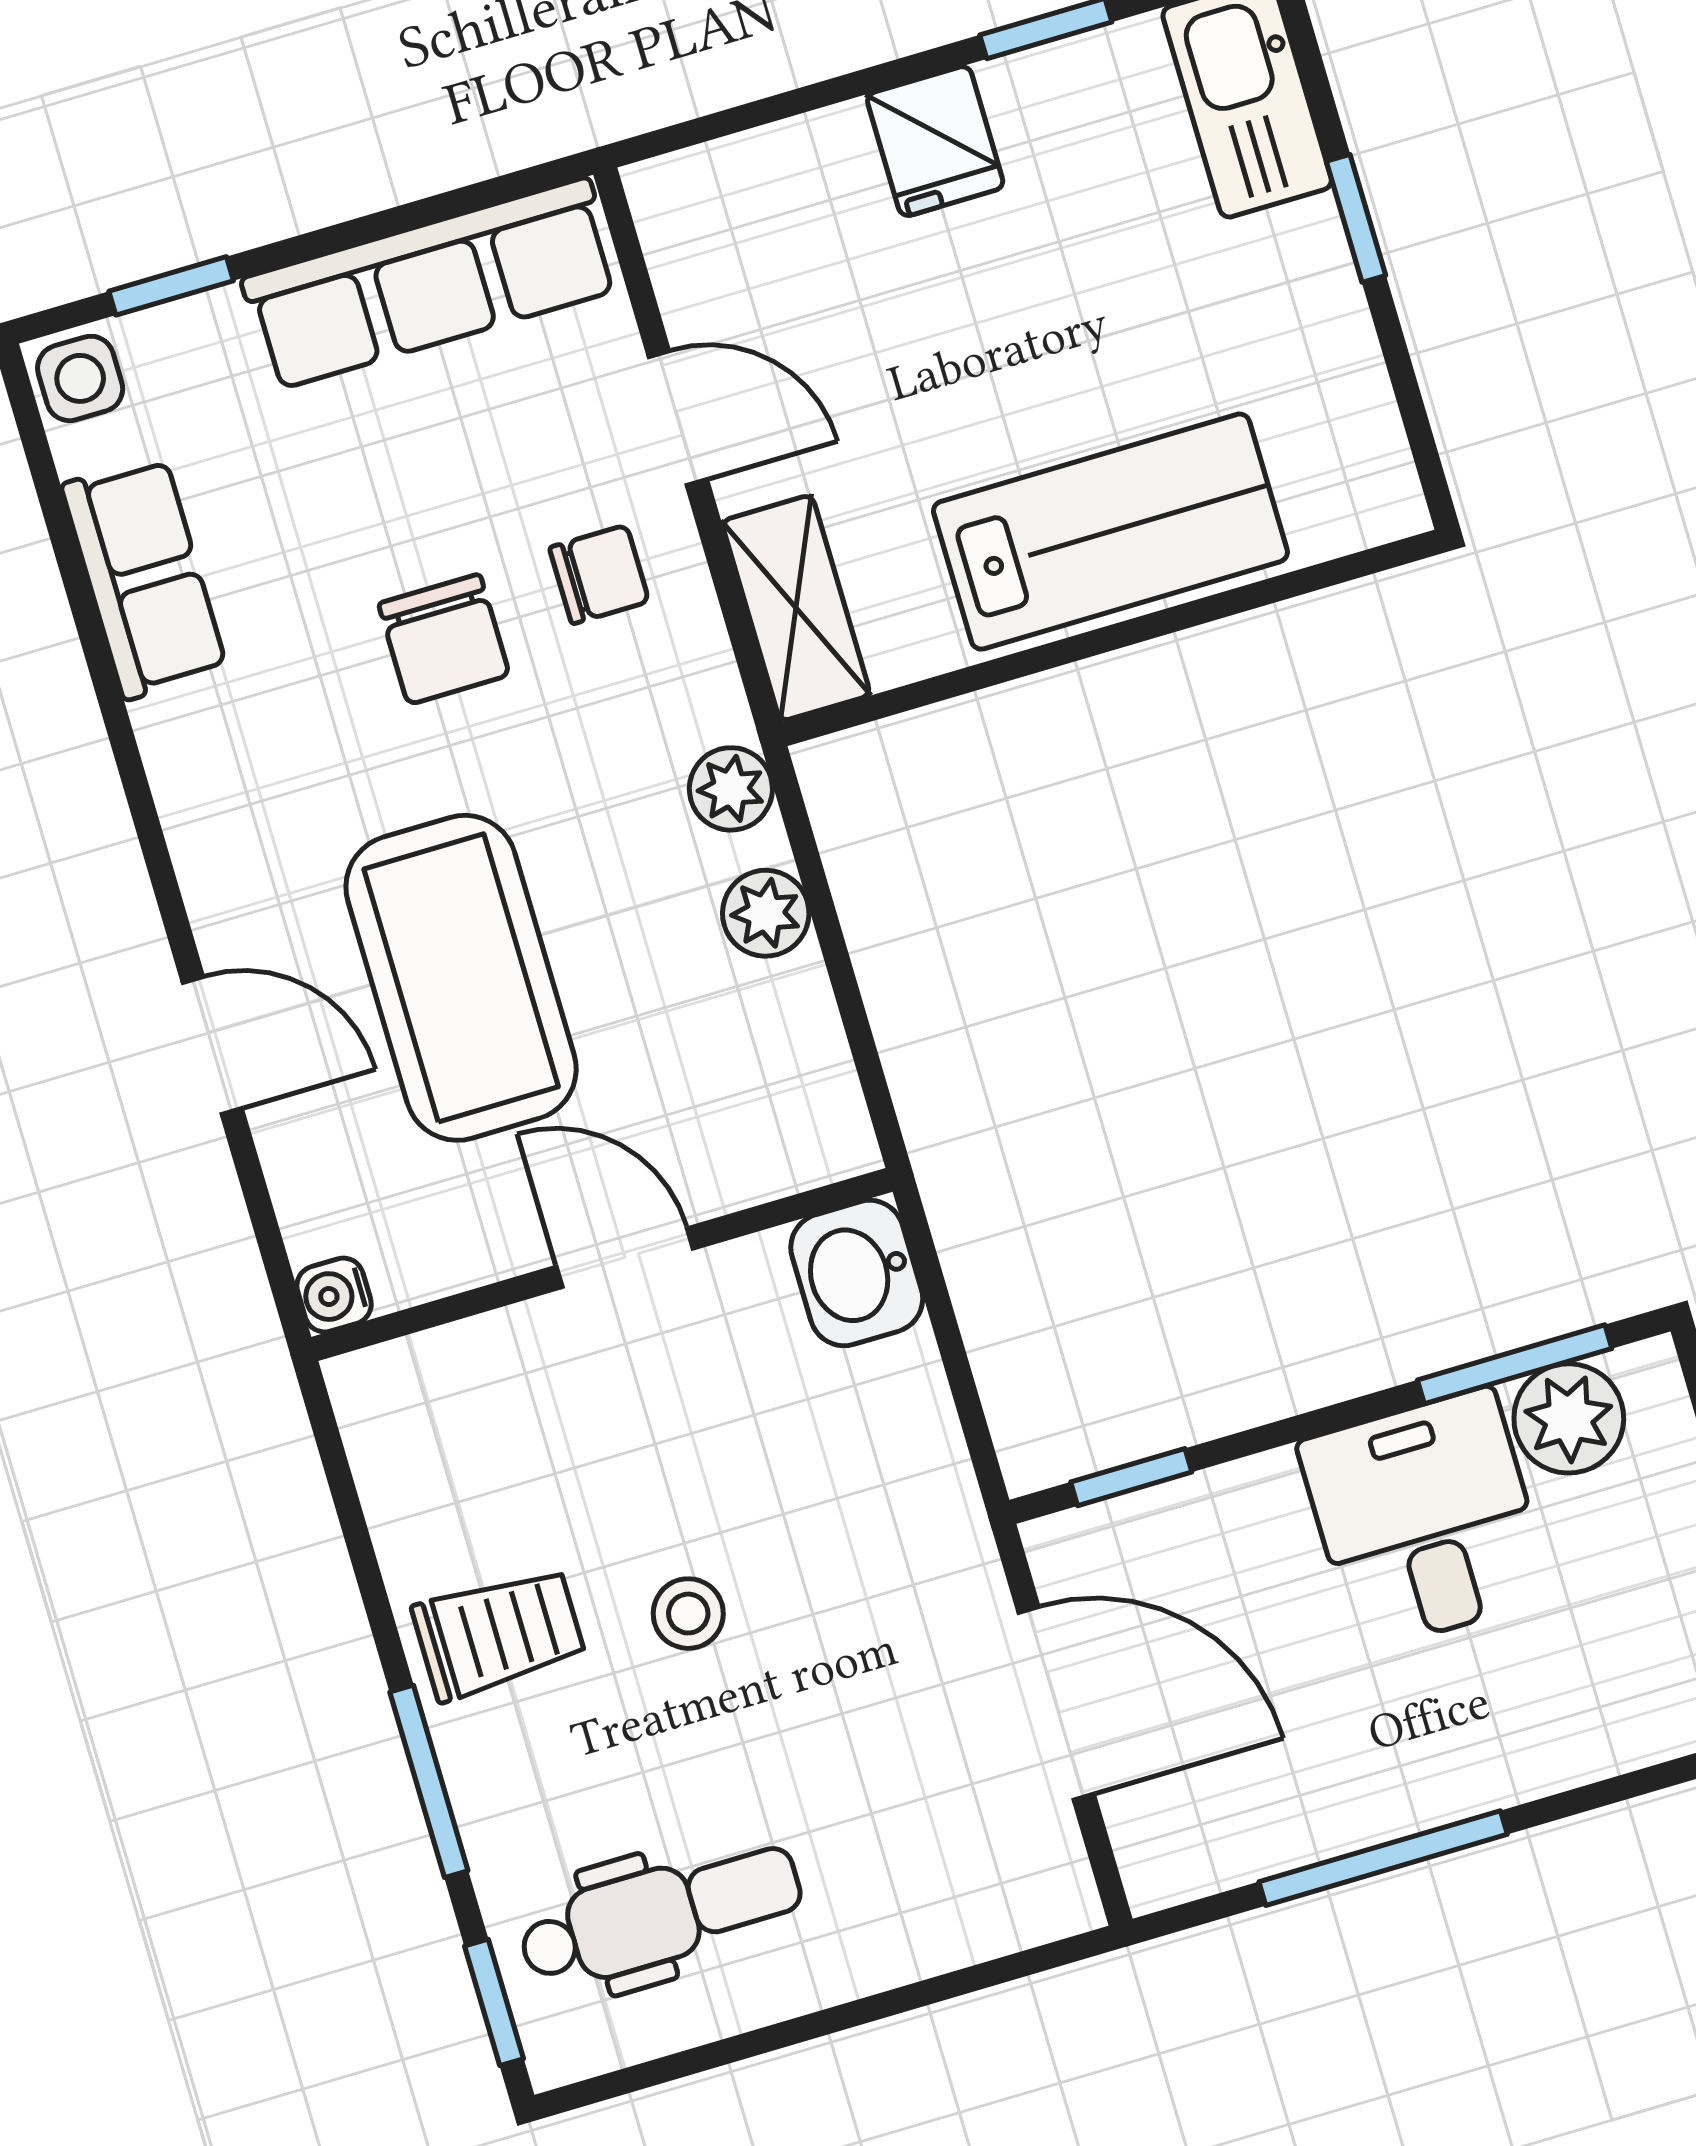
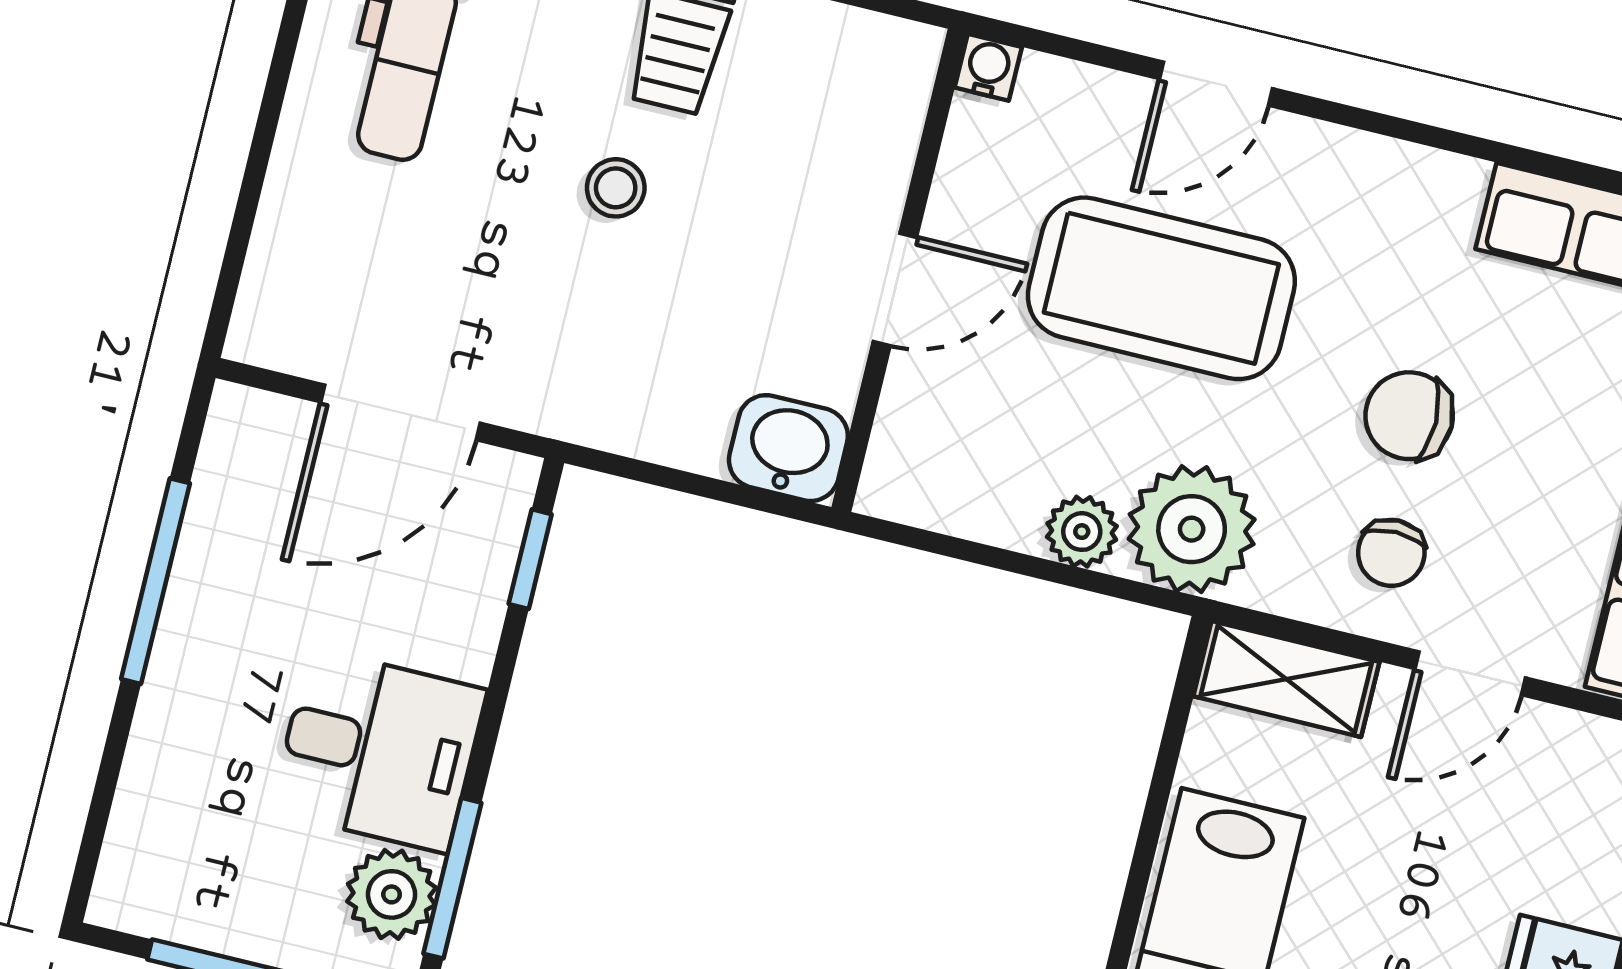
plant: (731, 789) -> (1192, 529), width x1.88, depth x1.88

